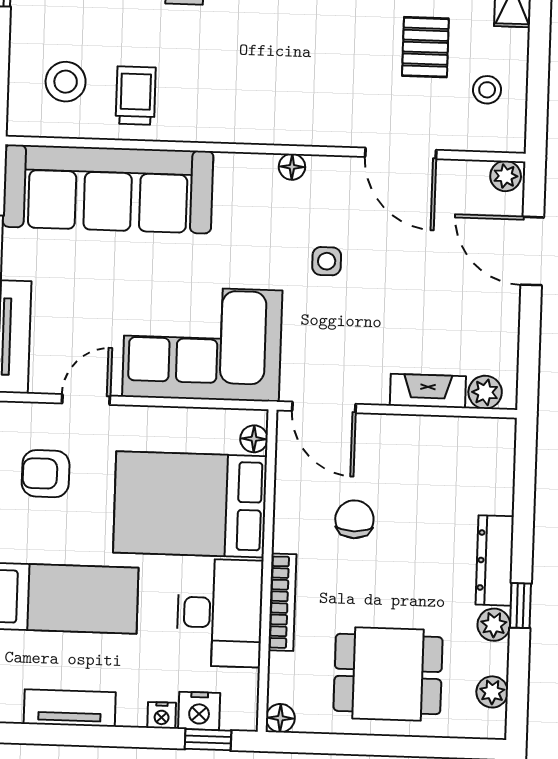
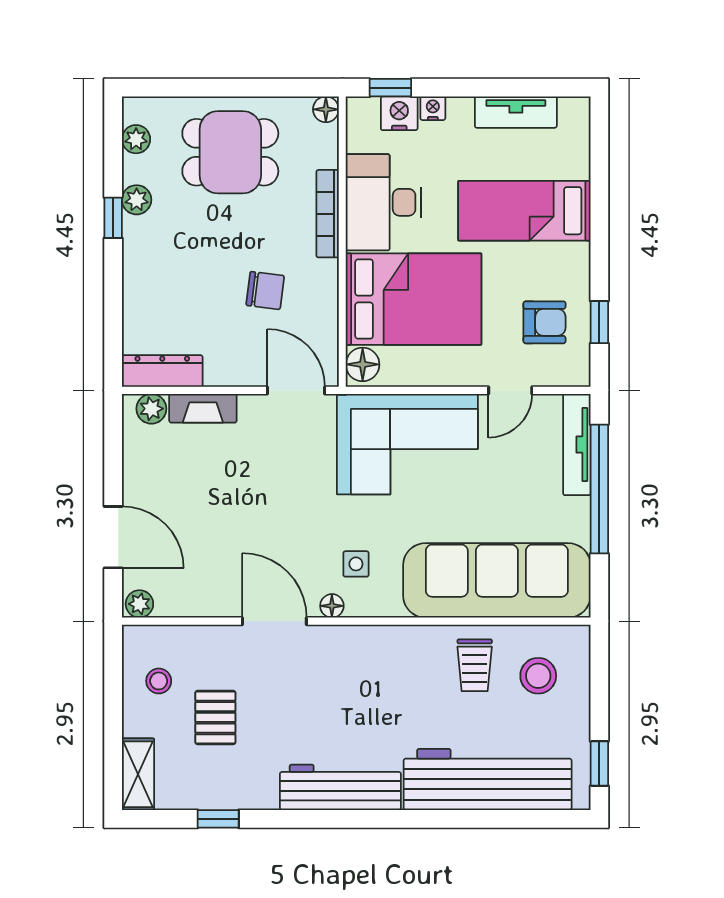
door: (401, 153) -> (274, 621), moved
side table: (327, 261) -> (356, 564), moved
floor lamp: (254, 439) -> (363, 364), width x1.37, depth x1.37
chair: (354, 519) -> (265, 290), turned -83
dresser: (495, 560) -> (162, 371), moved, turned -90

